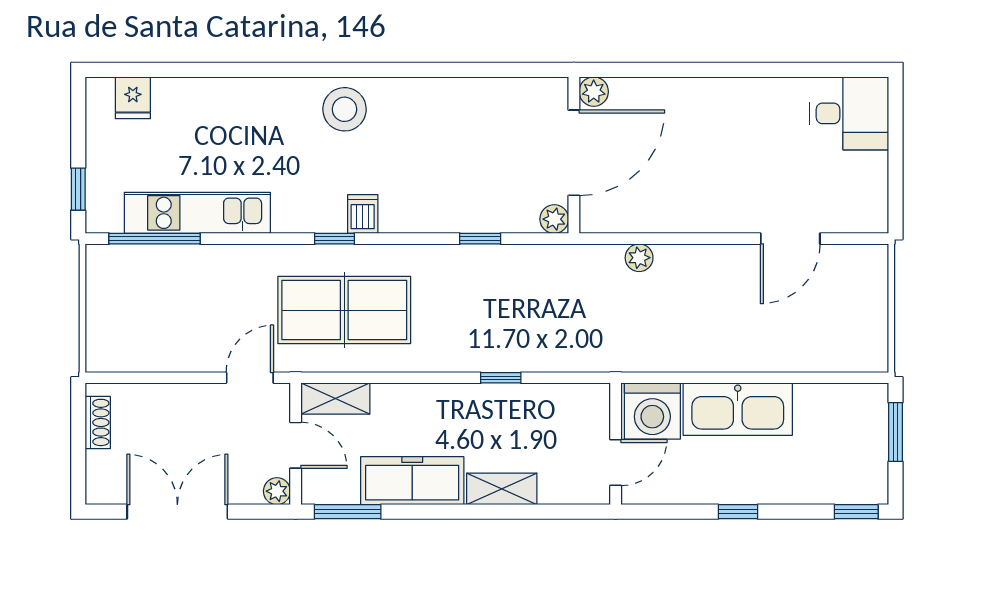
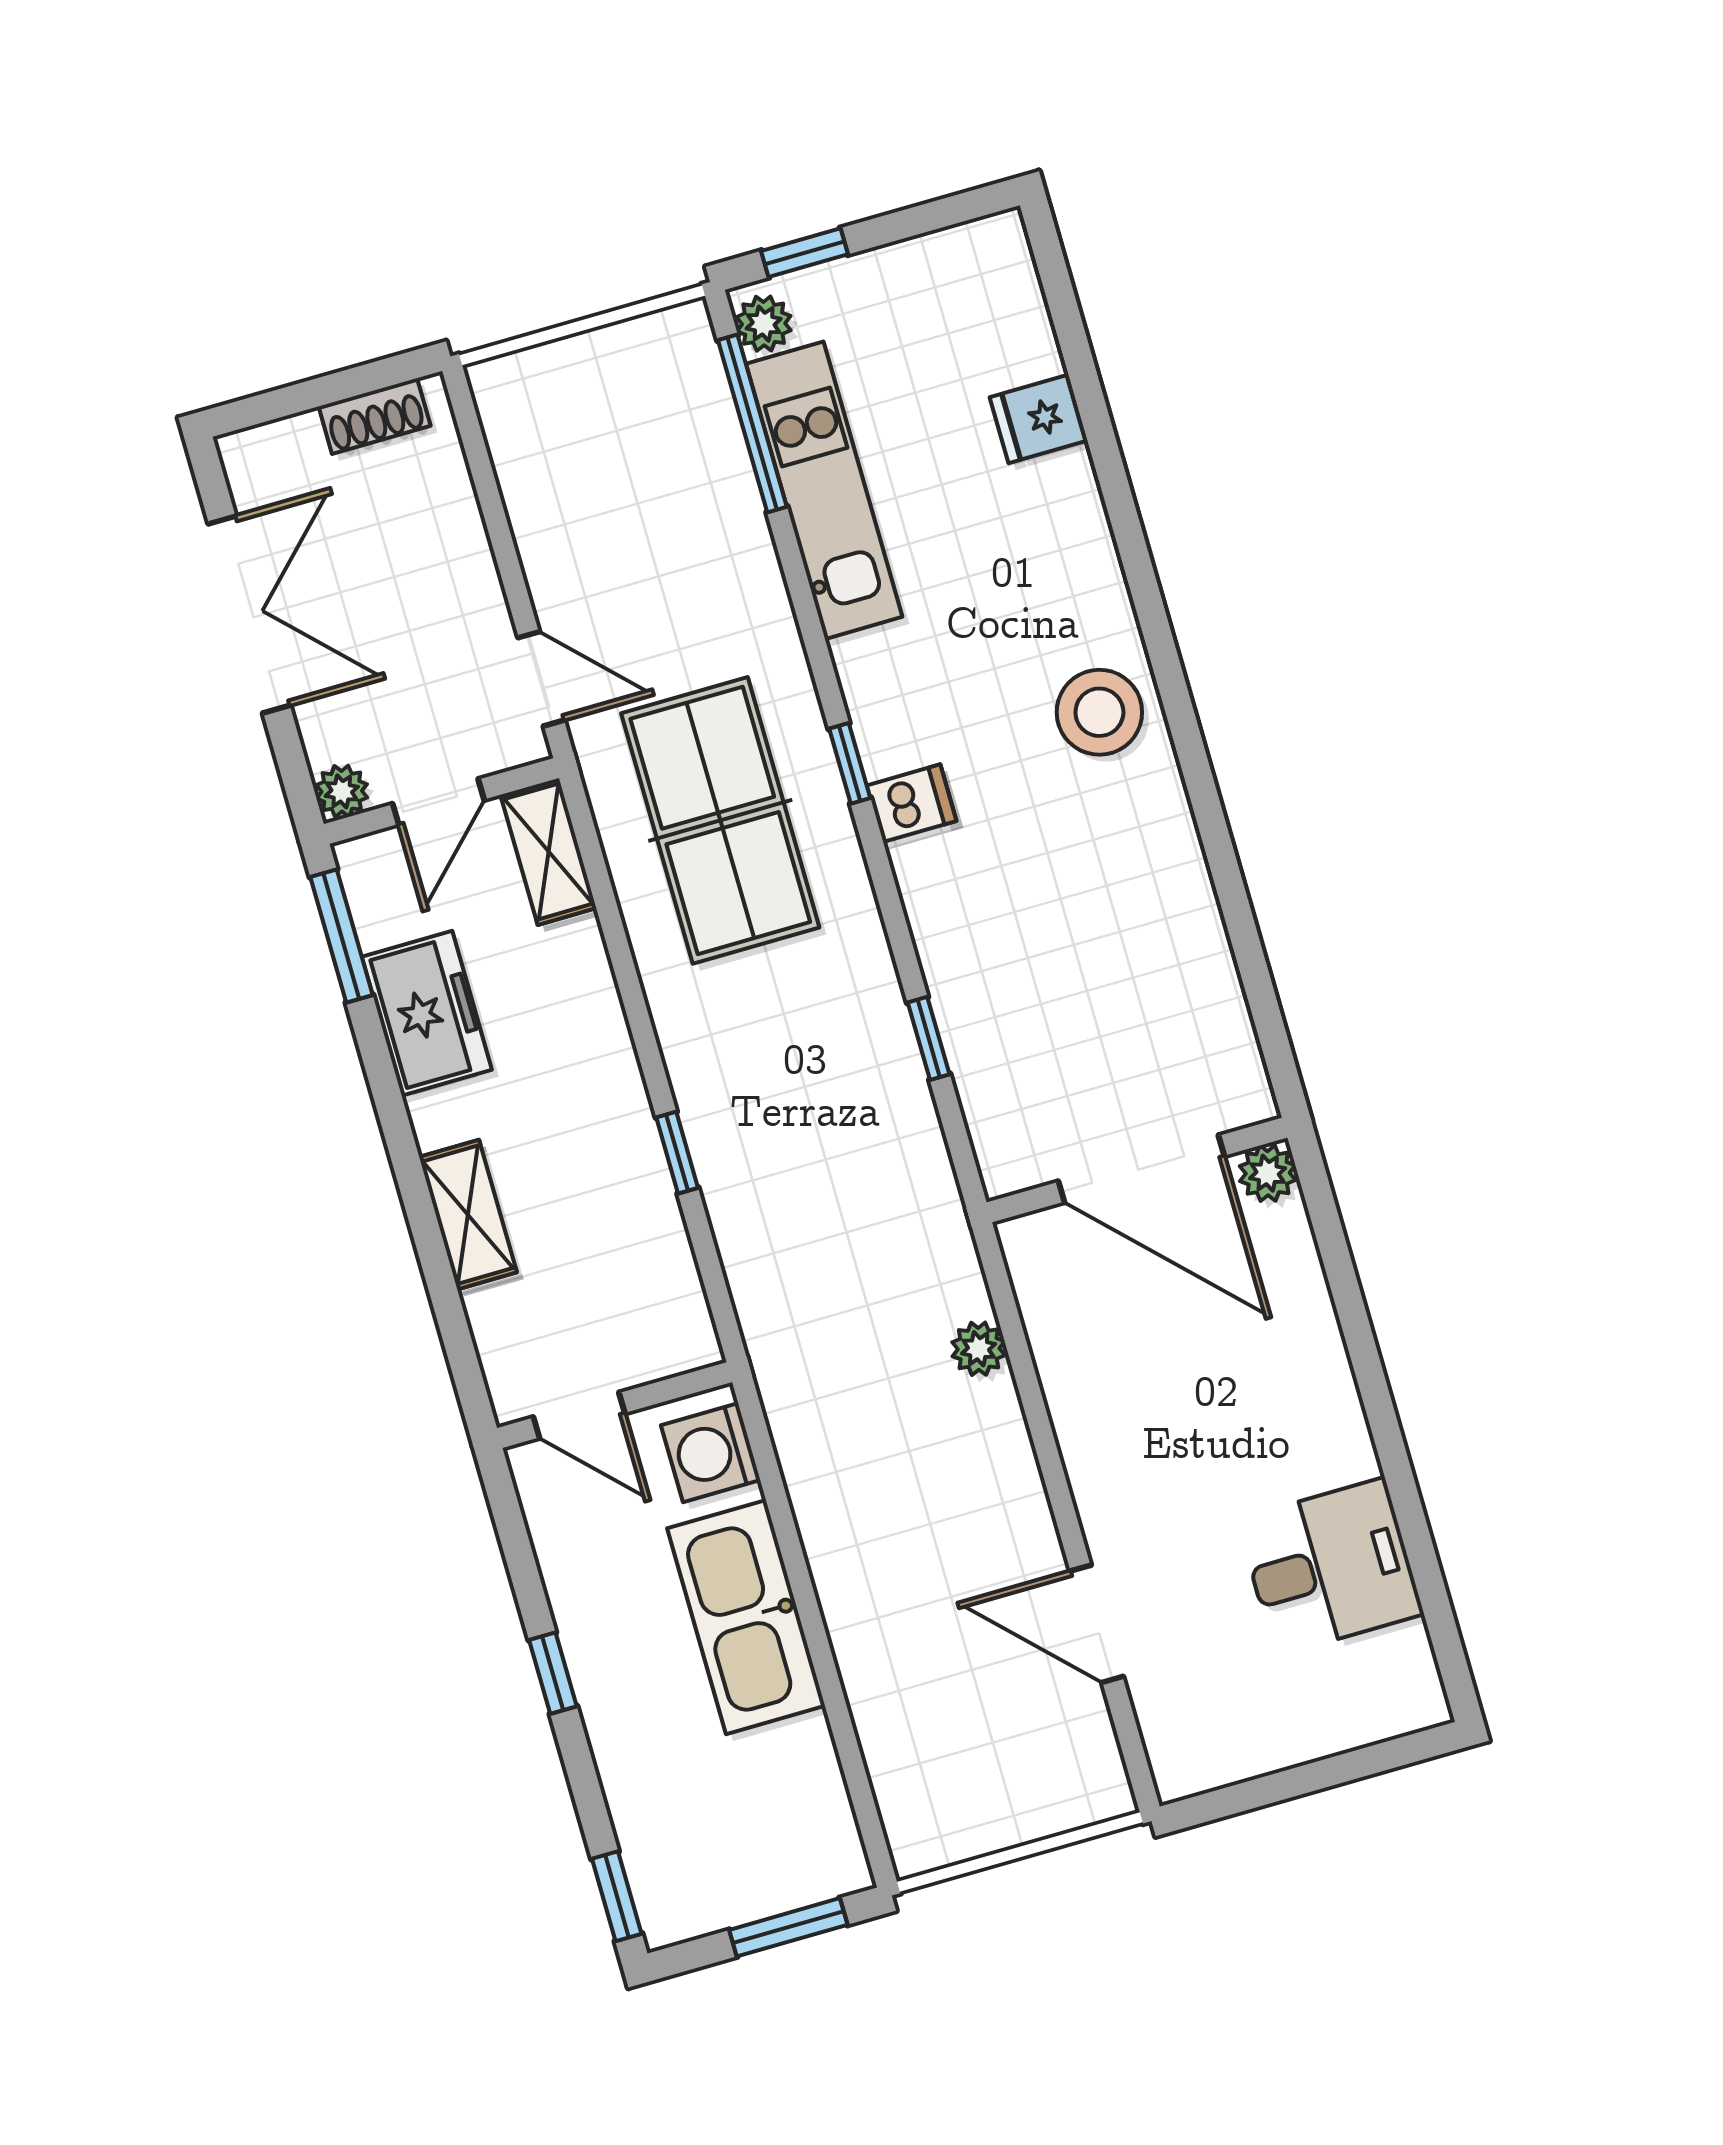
fridge: (133, 98) -> (1039, 419), moved
desk: (849, 113) -> (1330, 1567), moved, turned -90
plant: (554, 219) -> (764, 324), moved
washing machine: (652, 411) -> (711, 1453), width x0.73, depth x0.73
freezer: (412, 481) -> (427, 1013), width x0.71

